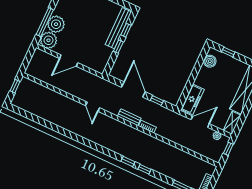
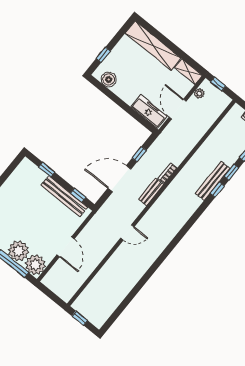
bench: (118, 28) -> (64, 196), moved
window: (118, 47) -> (78, 195), moved
window: (128, 162) -> (231, 172), moved
bench: (150, 164) -> (213, 181), added

